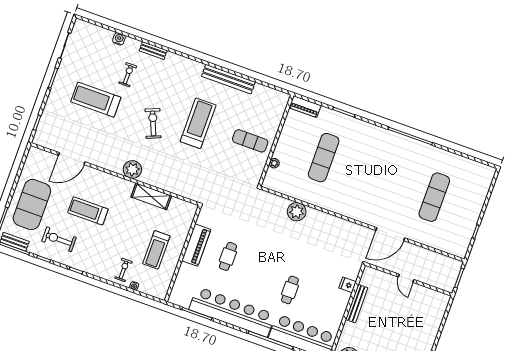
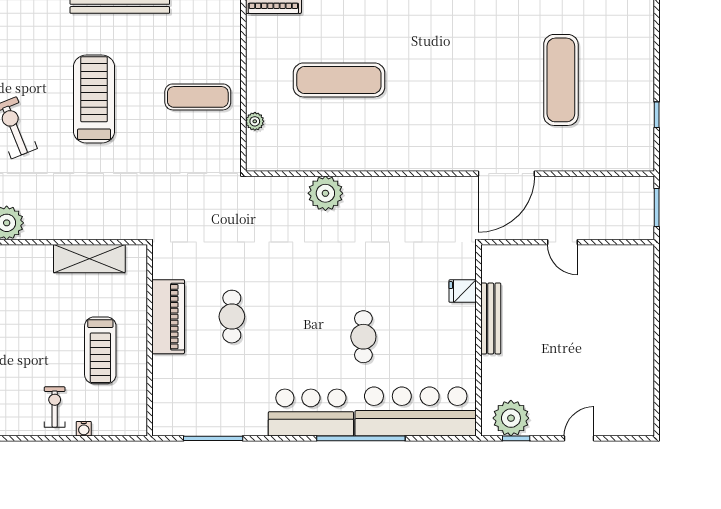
exercise mat: (324, 158) -> (339, 80), turned 90
shelving: (151, 196) -> (89, 259), moved
bar counter: (232, 312) -> (311, 413), width x0.54

